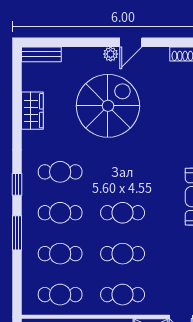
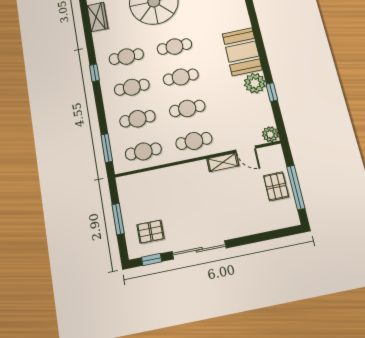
cafe table: (123, 172) -> (174, 47), added
window: (17, 233) -> (107, 148), moved

